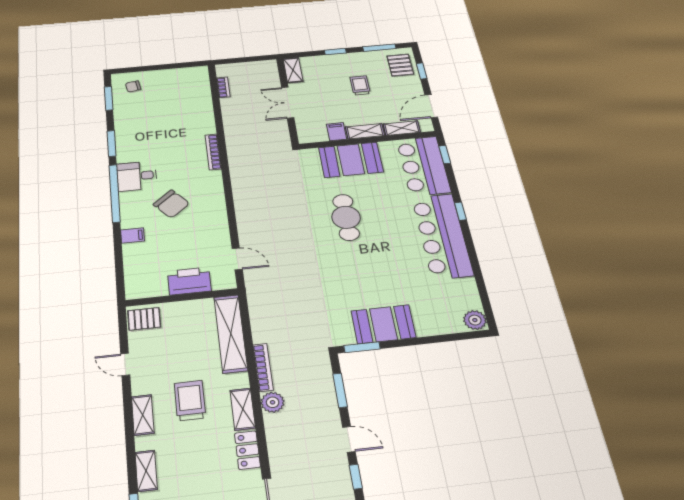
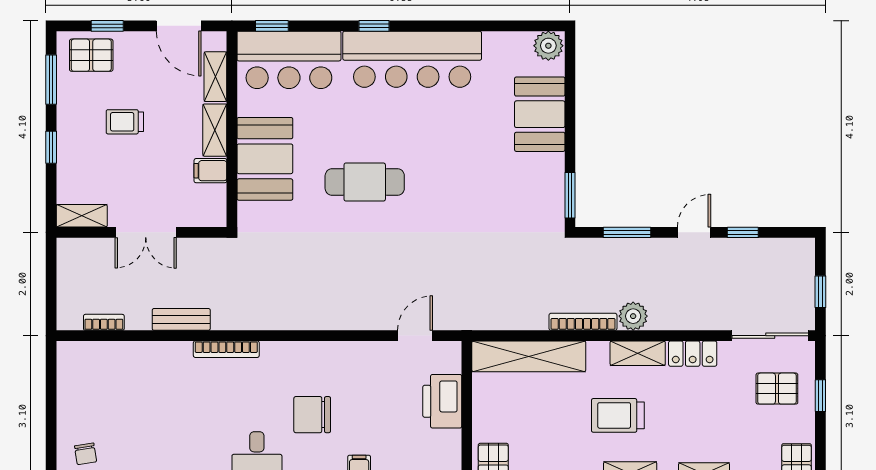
bench: (231, 126) -> (181, 319), added
chair: (171, 204) -> (312, 415), turned -140
booth: (383, 324) -> (540, 114), moved

